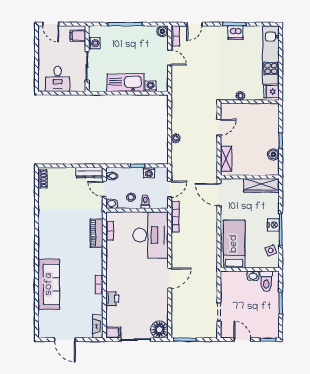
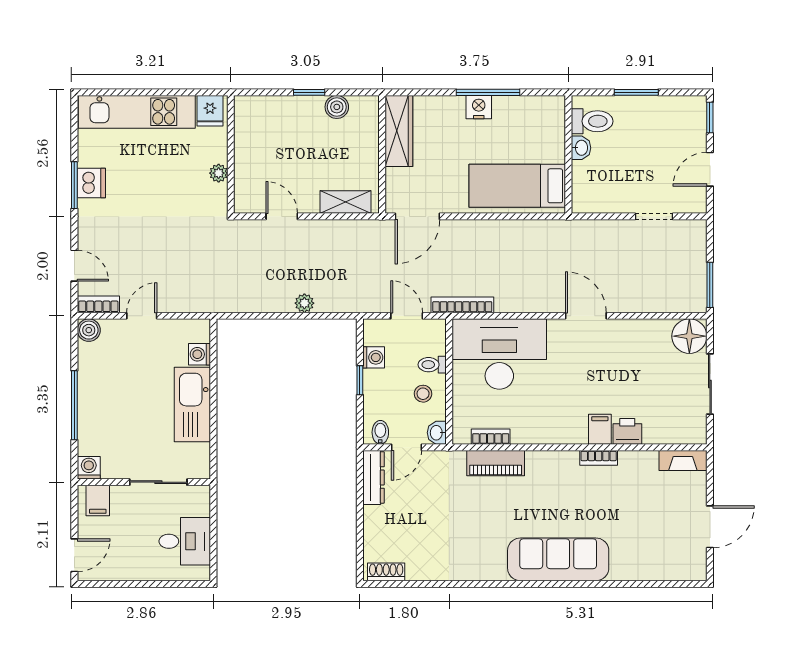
washing machine: (94, 43) -> (89, 468), moved
side table: (271, 250) -> (530, 112), removed
sofa: (49, 284) -> (558, 559), moved
filing cabinet: (113, 333) -> (600, 429), moved

